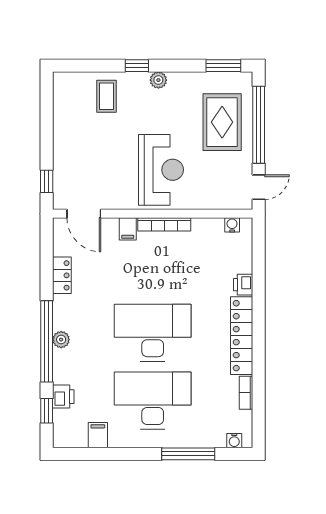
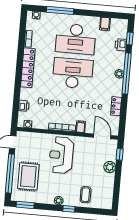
plant: (64, 155) -> (110, 167), added
printer: (243, 285) -> (24, 106), moved
desk: (153, 333) -> (73, 73), turned 180

